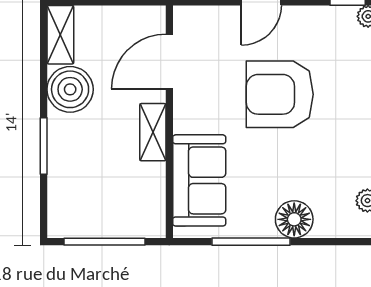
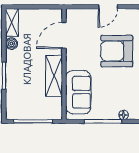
boiler: (70, 89) -> (11, 44), width x0.54, depth x0.54
shelving: (153, 132) -> (54, 76), width x1.50, depth x1.33
floor lamp: (294, 219) -> (124, 115), width x0.53, depth x0.53

